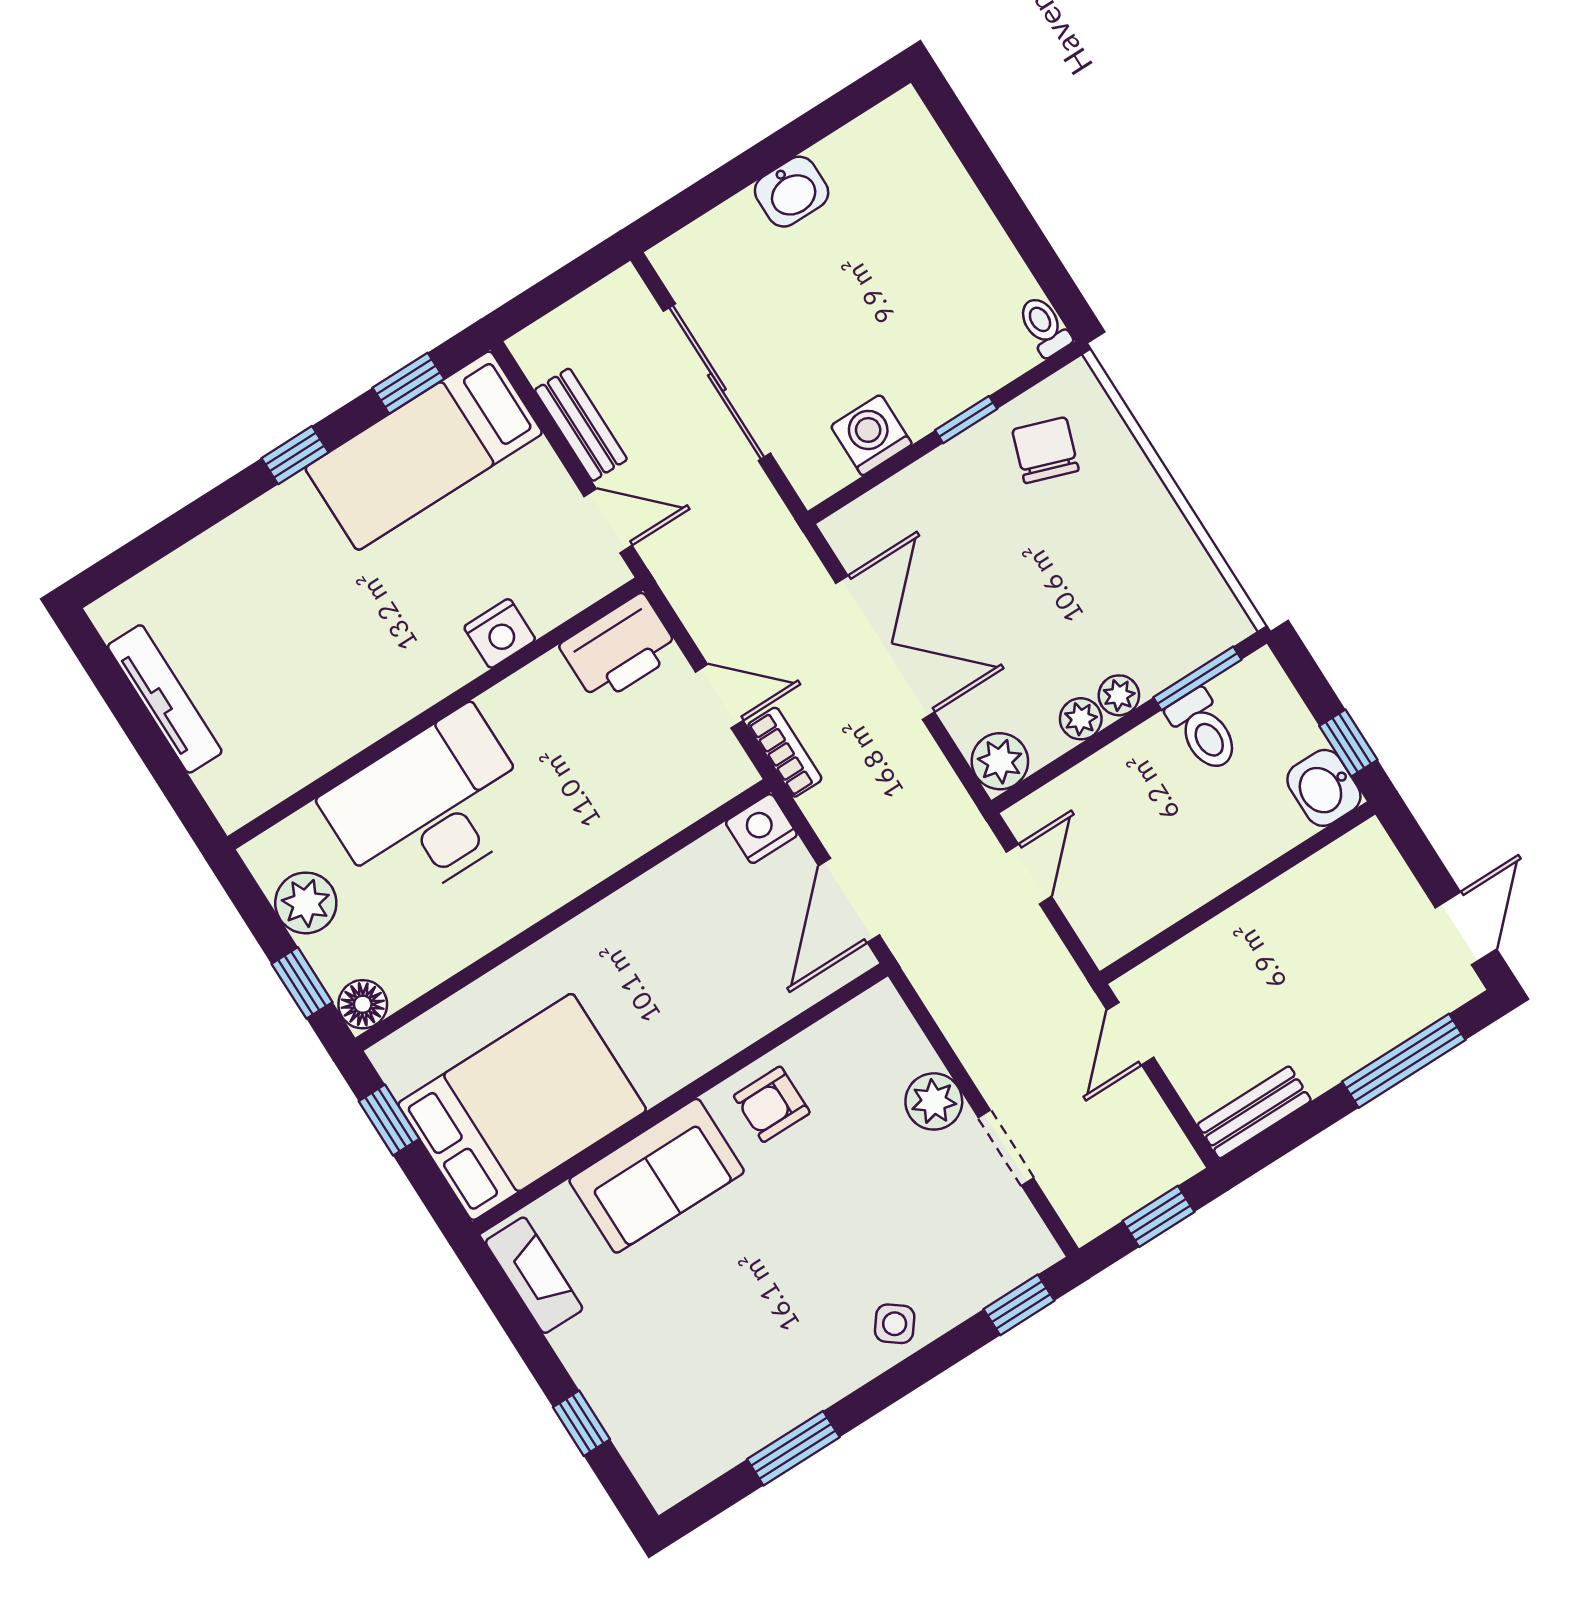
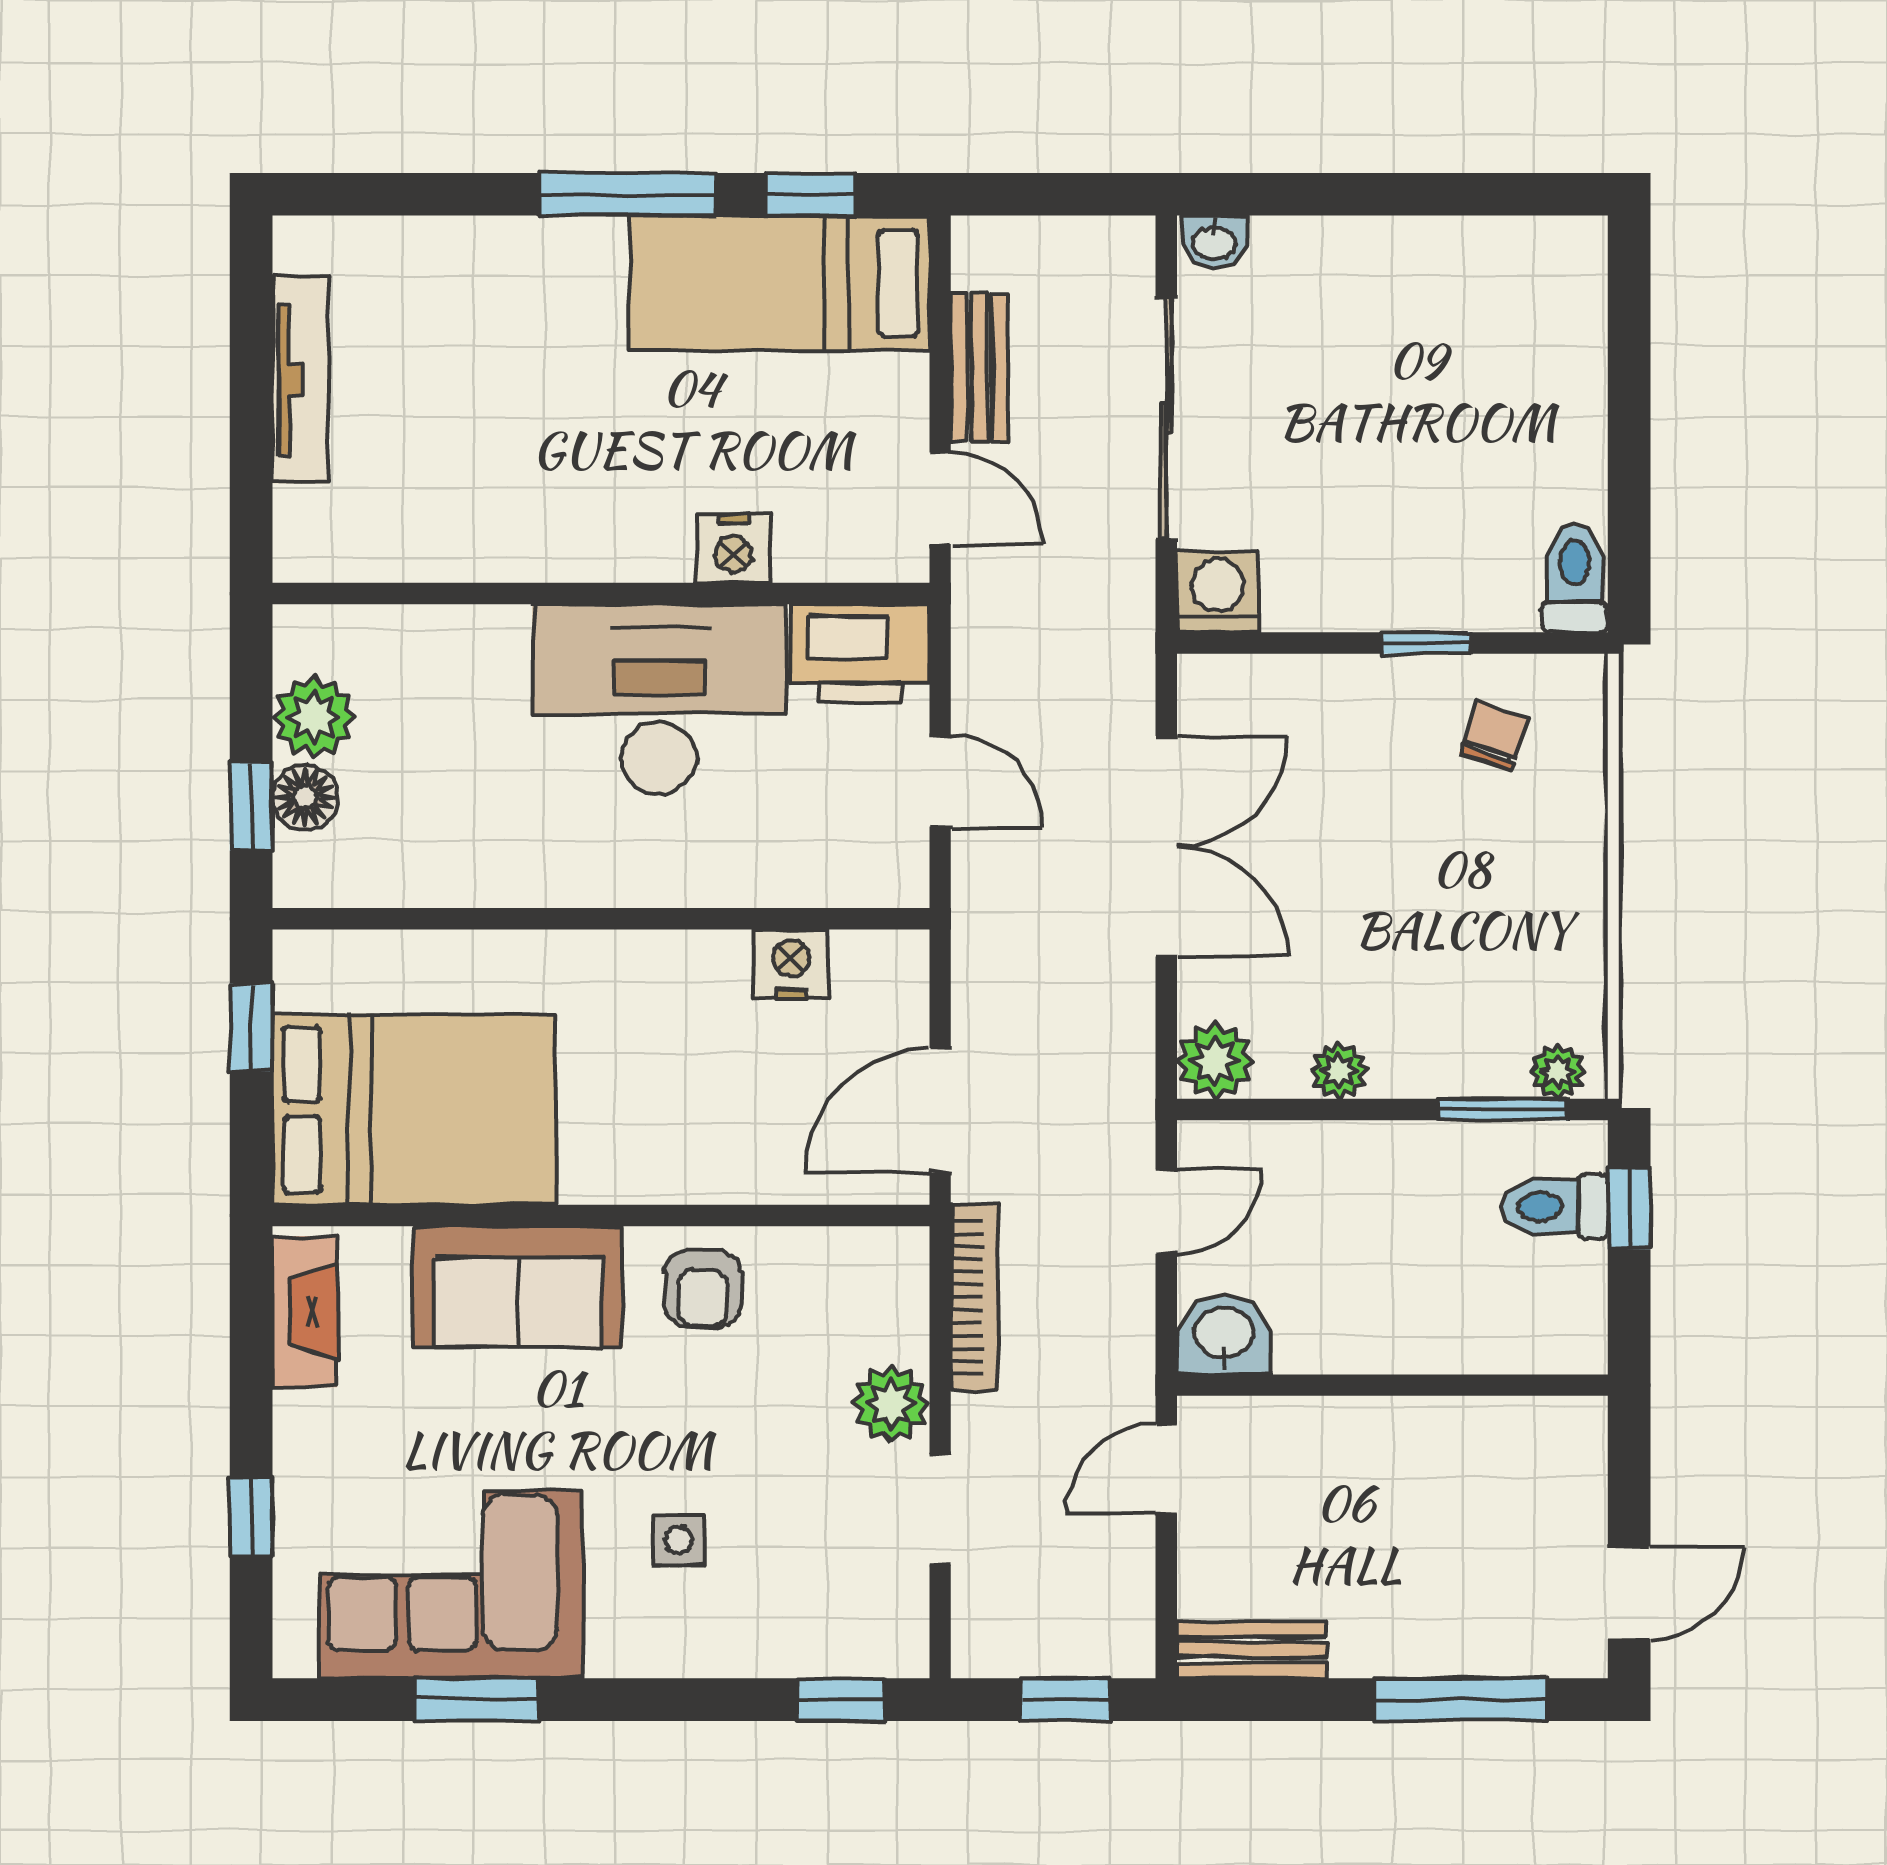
washbasin: (792, 192) -> (1214, 242), moved, width x0.72, depth x0.69
toilet: (1044, 326) -> (1575, 578), width x1.37, depth x1.39
washing machine: (871, 435) -> (1218, 592), moved
chair: (1045, 450) -> (1495, 736), width x0.73, depth x0.73
window: (295, 455) -> (628, 194), width x2.17
plant: (1119, 695) -> (1558, 1072), moved
toilet: (1203, 730) -> (1554, 1207), moved, turned 90
window: (1348, 743) -> (1629, 1208), moved
bookcase: (785, 752) -> (975, 1297), moved, width x1.56
washbasin: (1324, 788) -> (1224, 1335), moved, turned 90
desk: (430, 808) -> (659, 699), moved
nightstand: (761, 829) -> (791, 964), moved
floor lamp: (363, 1004) -> (305, 797), moved
armchair: (772, 1104) -> (703, 1289), turned -90
side table: (895, 1324) -> (678, 1540), moved, turned -37
corner sofa: (732, 1387) -> (451, 1584), added

